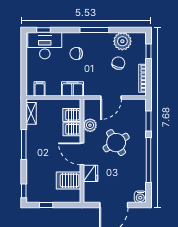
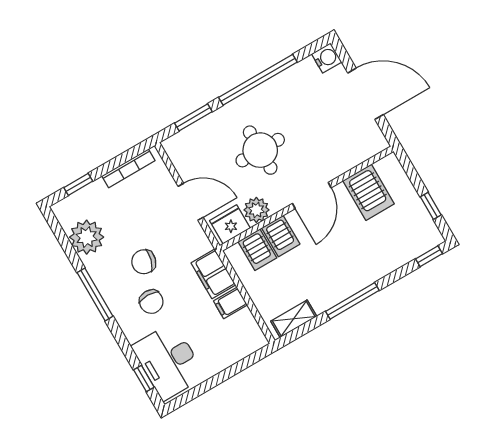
chair: (118, 63) -> (144, 262), moved
filing cabinet: (40, 89) -> (230, 303), moved
round table: (116, 143) -> (260, 150), turned 31
fridge: (90, 173) -> (230, 224), moved

